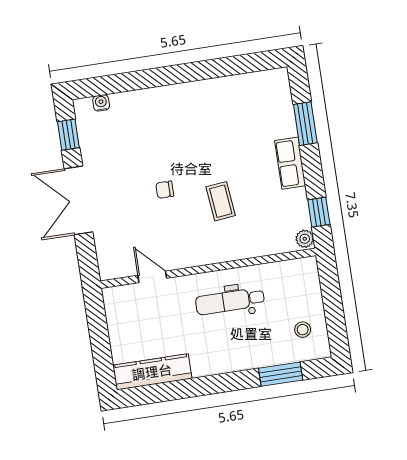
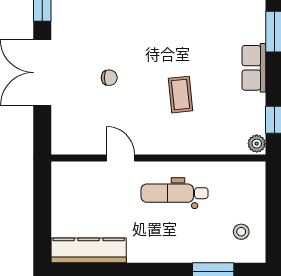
chair: (165, 190) -> (109, 78), moved, turned 180
door: (152, 277) -> (121, 158), moved

